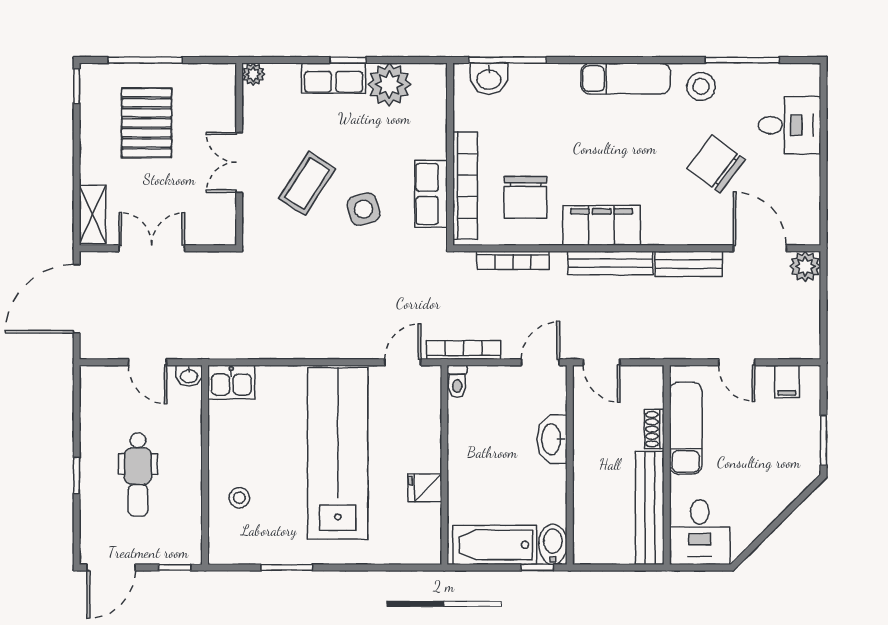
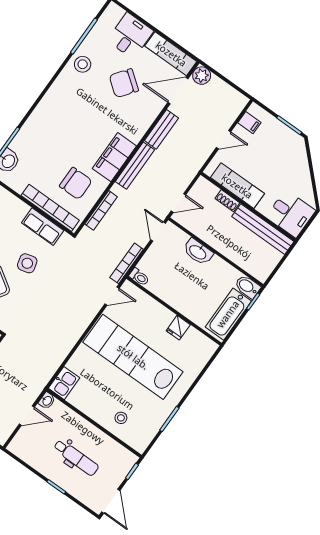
exam couch: (626, 79) -> (171, 54), moved, turned 90
door: (403, 362) -> (112, 296), swing flipped

